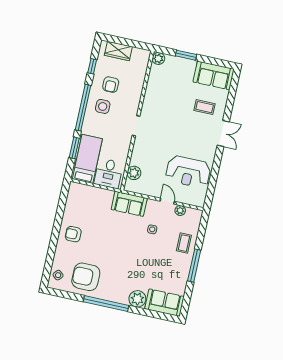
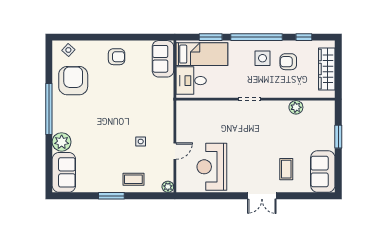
wardrobe: (118, 51) -> (327, 69), width x1.50
plant: (158, 58) -> (296, 107), moved
plant: (134, 173) -> (198, 108), removed
sofa: (129, 204) -> (163, 59), moved
plant: (180, 210) -> (168, 187), moved
armchair: (73, 234) -> (117, 57), turned 90
window: (194, 265) -> (111, 196), width x0.69

